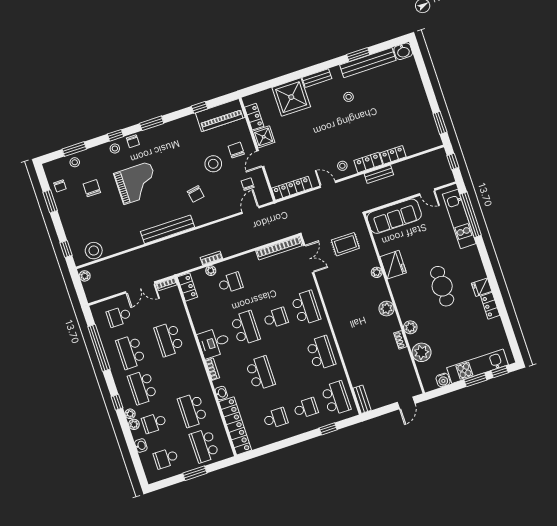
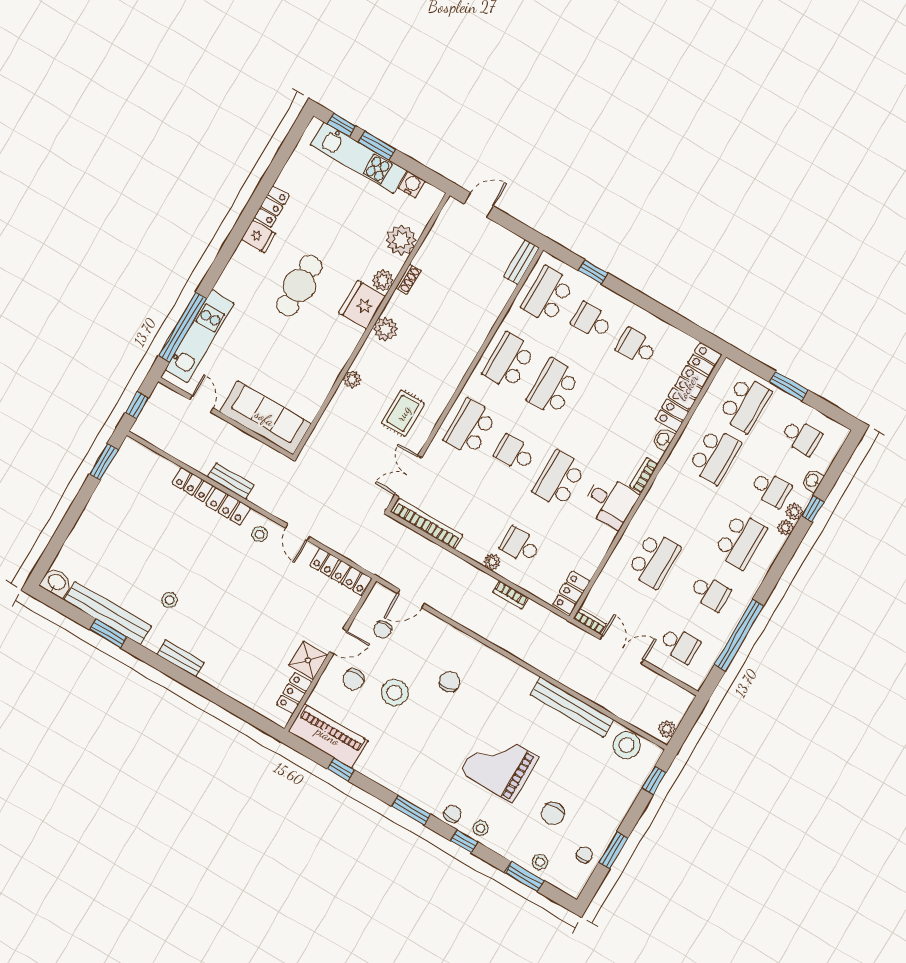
shower: (291, 97) -> (231, 669), removed
bench: (168, 229) -> (572, 707), moved
rug: (345, 244) -> (403, 413), moved, turned 90
fridge: (393, 265) -> (362, 305), moved
plant: (211, 271) -> (492, 562), moved
school desk: (131, 352) -> (710, 593), width x0.54
school desk: (260, 373) -> (553, 387), moved
window: (117, 402) -> (813, 509), moved

